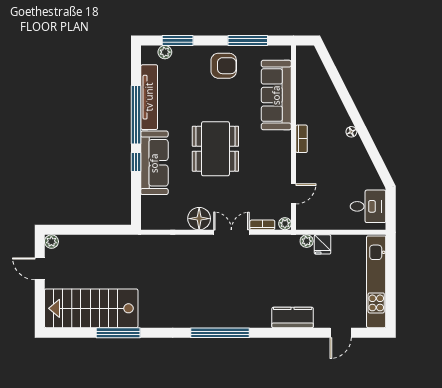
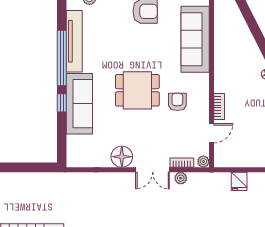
bookcase: (302, 139) -> (219, 106), moved
dining table: (215, 149) -> (137, 90), width x0.73
armchair: (258, 161) -> (177, 102), added
double door: (231, 232) -> (153, 170), swing flipped
plant: (307, 241) -> (181, 178), moved

